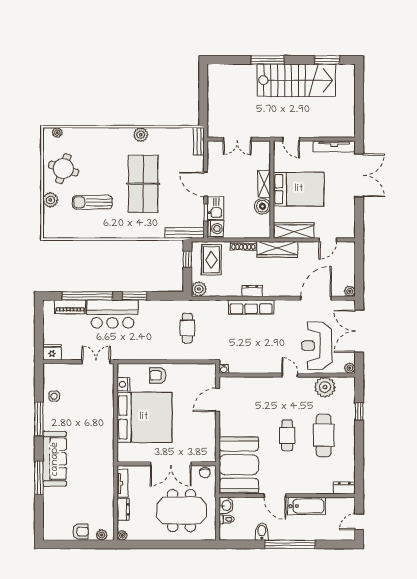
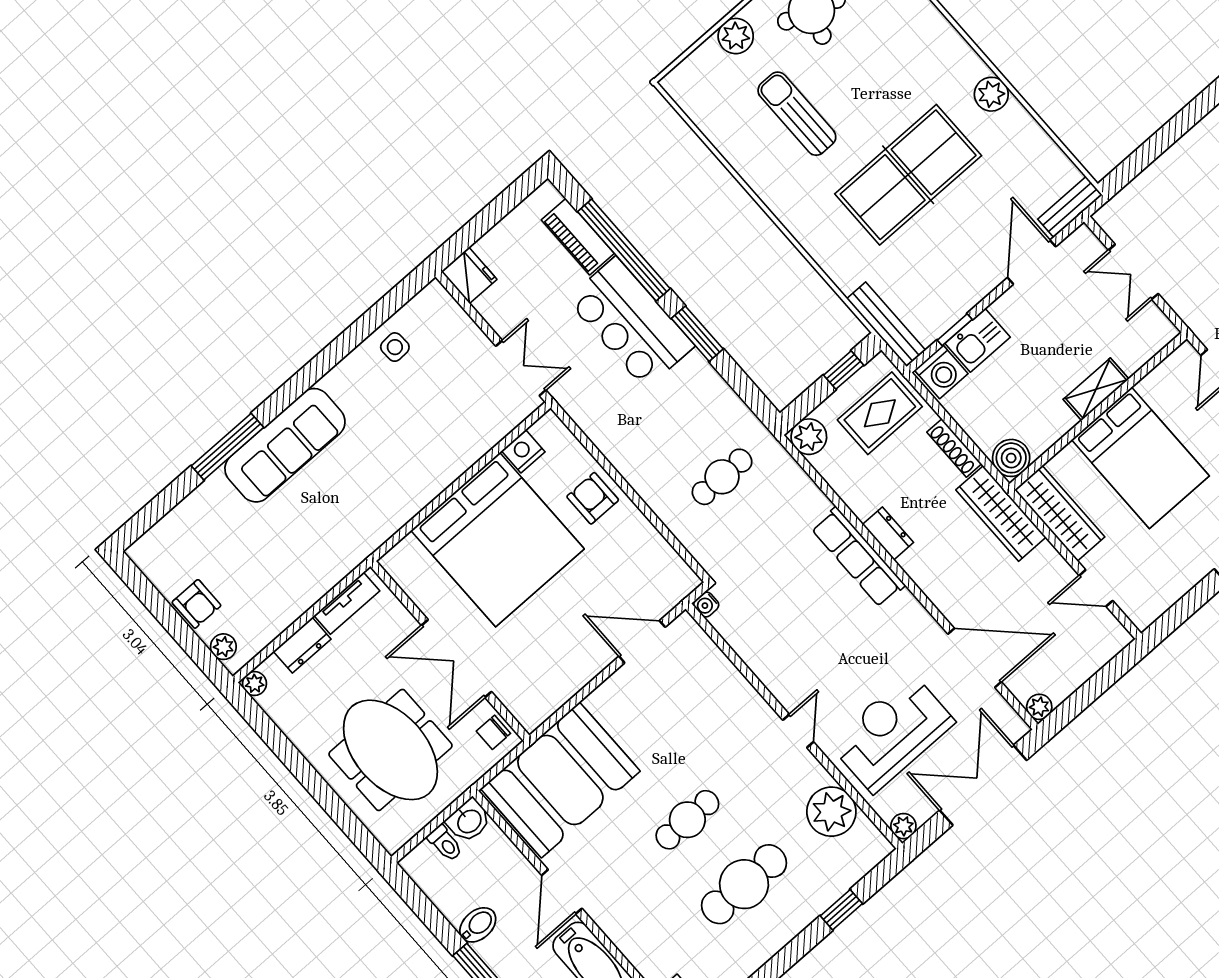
door: (206, 184) -> (1032, 262), moved
boiler: (262, 206) -> (1011, 458), moved
window: (39, 419) -> (331, 356), removed

